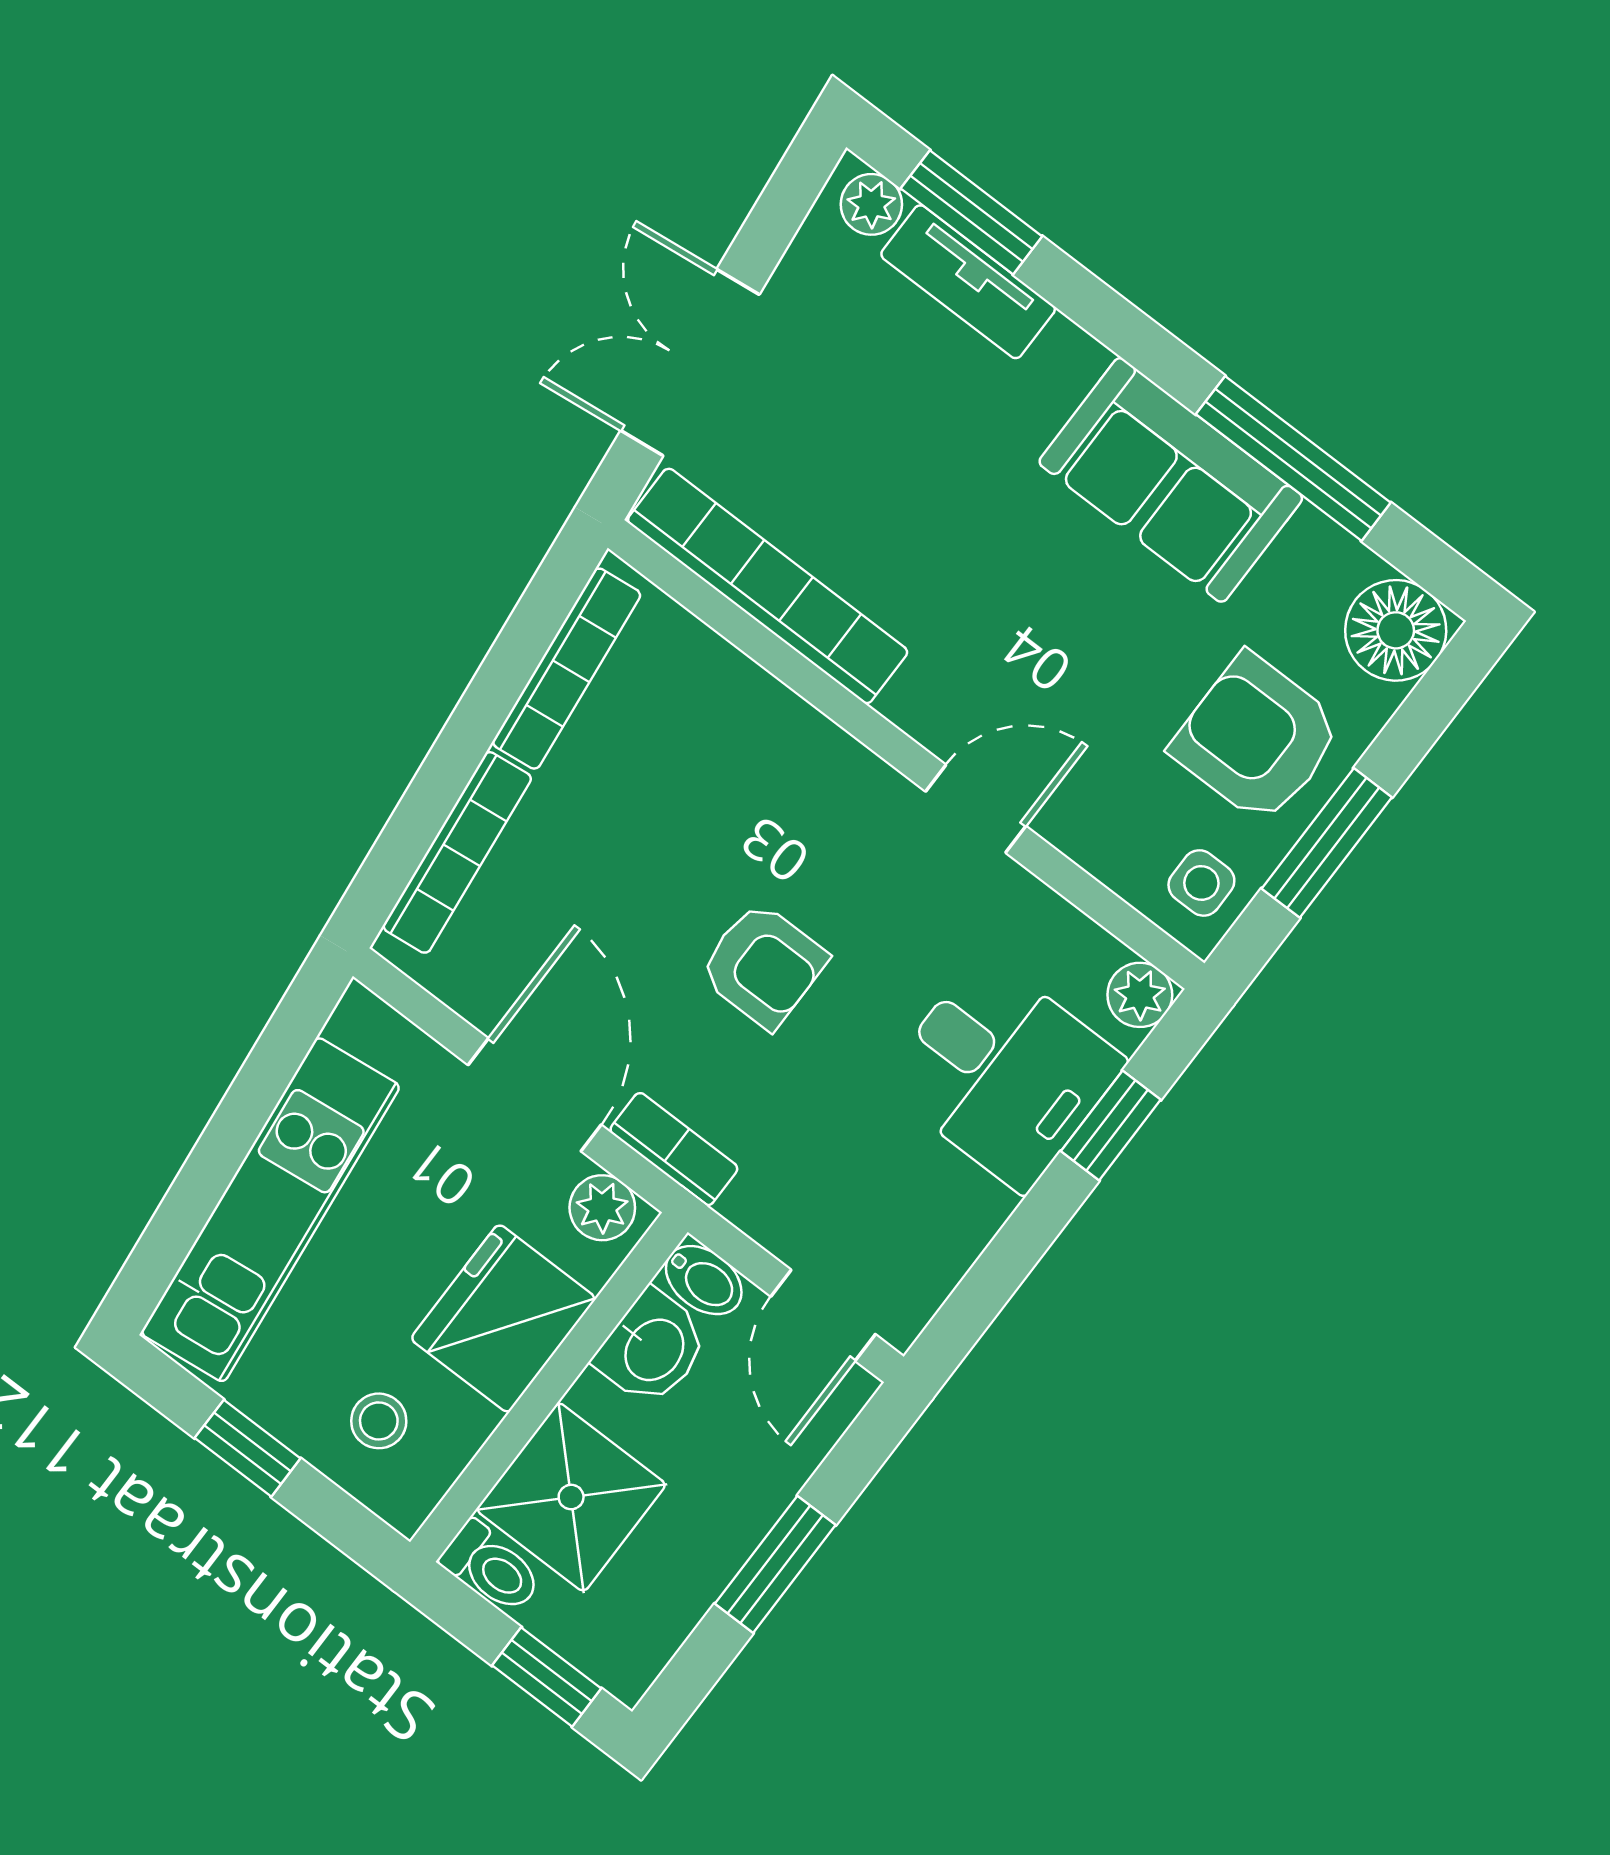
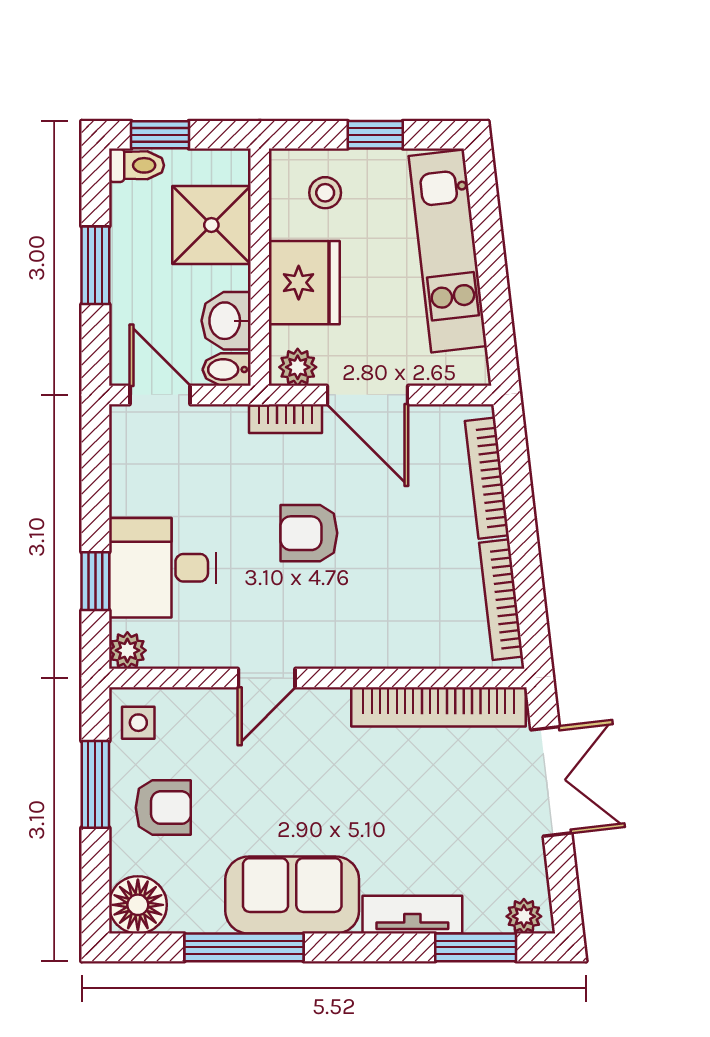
tv unit: (968, 282) -> (412, 915), moved
armchair: (1257, 739) -> (163, 808), width x0.72, depth x0.72
toilet: (491, 1567) -> (136, 165), moved, turned 180

